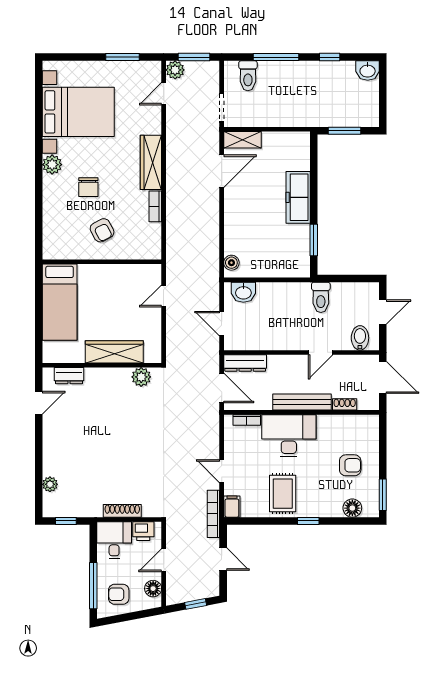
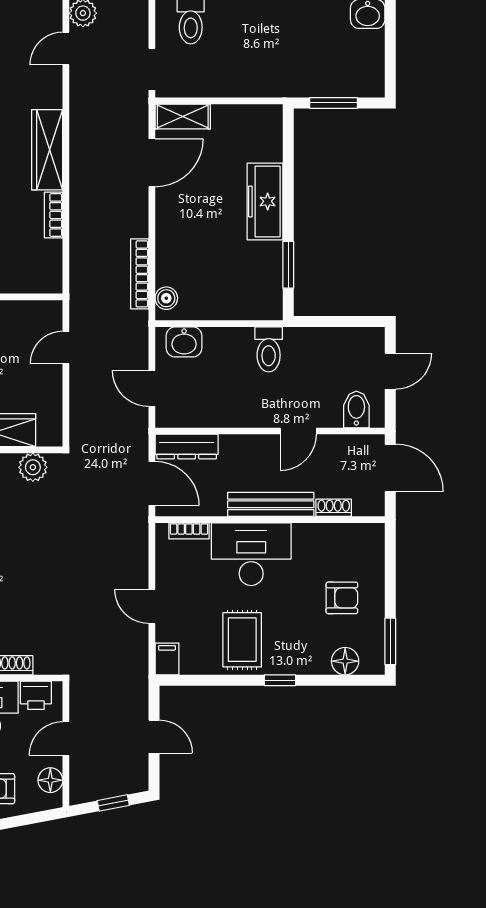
toilet: (321, 297) -> (269, 349), moved
bookcase: (213, 514) -> (140, 274), moved

